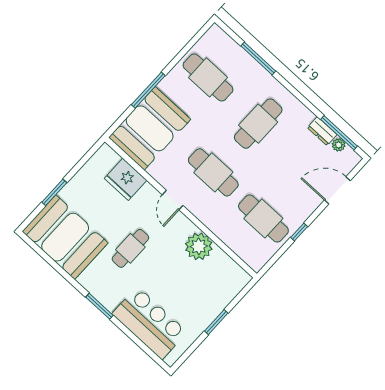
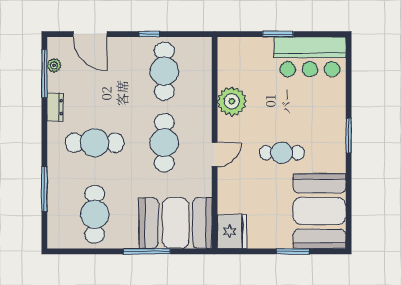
dresser: (322, 131) -> (55, 107), moved
fridge: (126, 179) -> (232, 231), moved
bar counter: (150, 323) -> (310, 57), moved, turned -90

